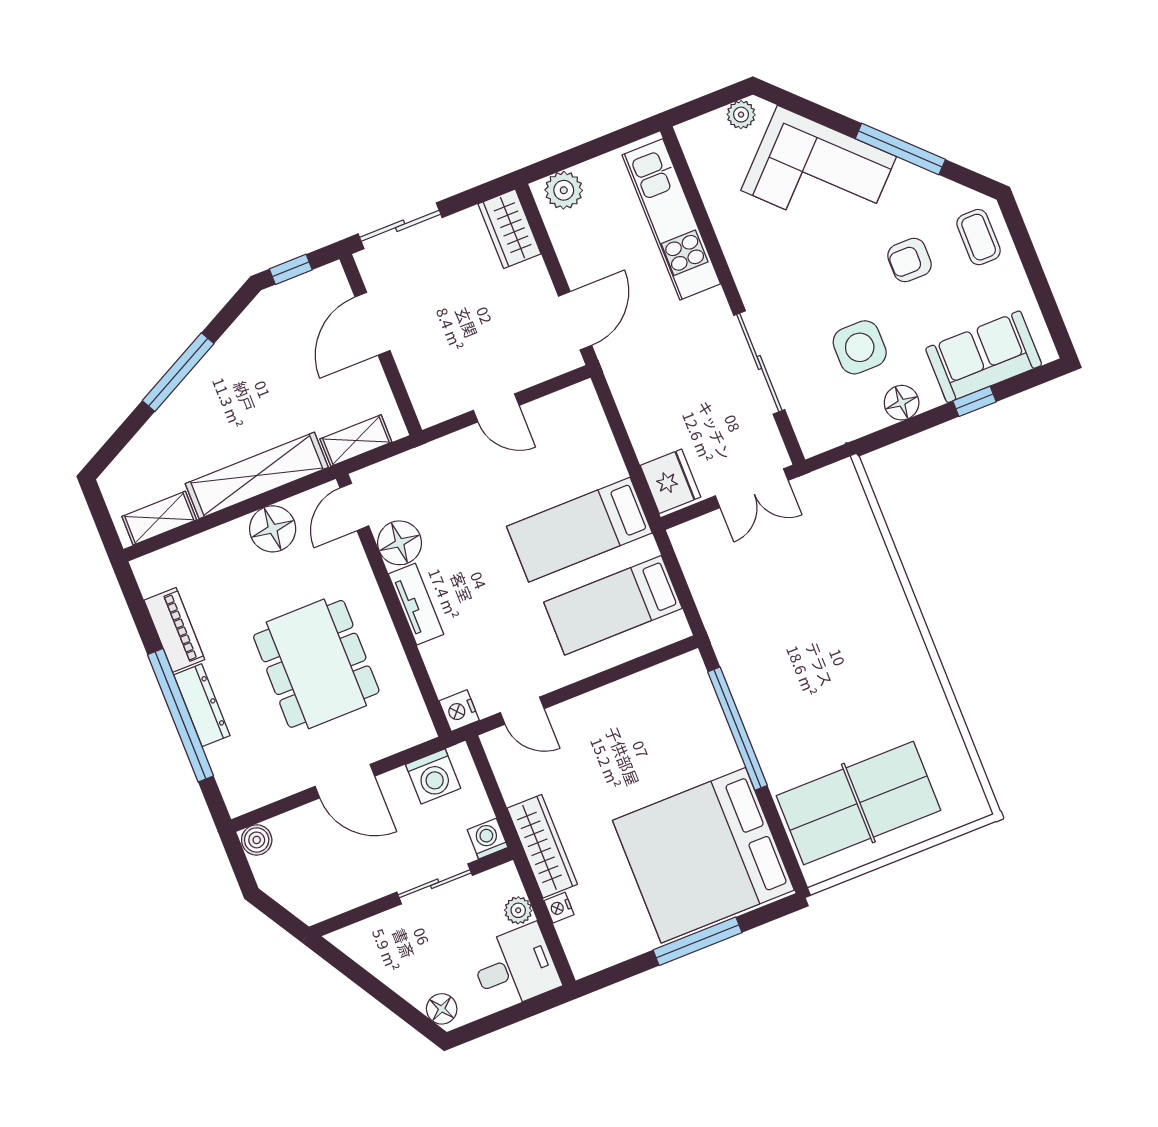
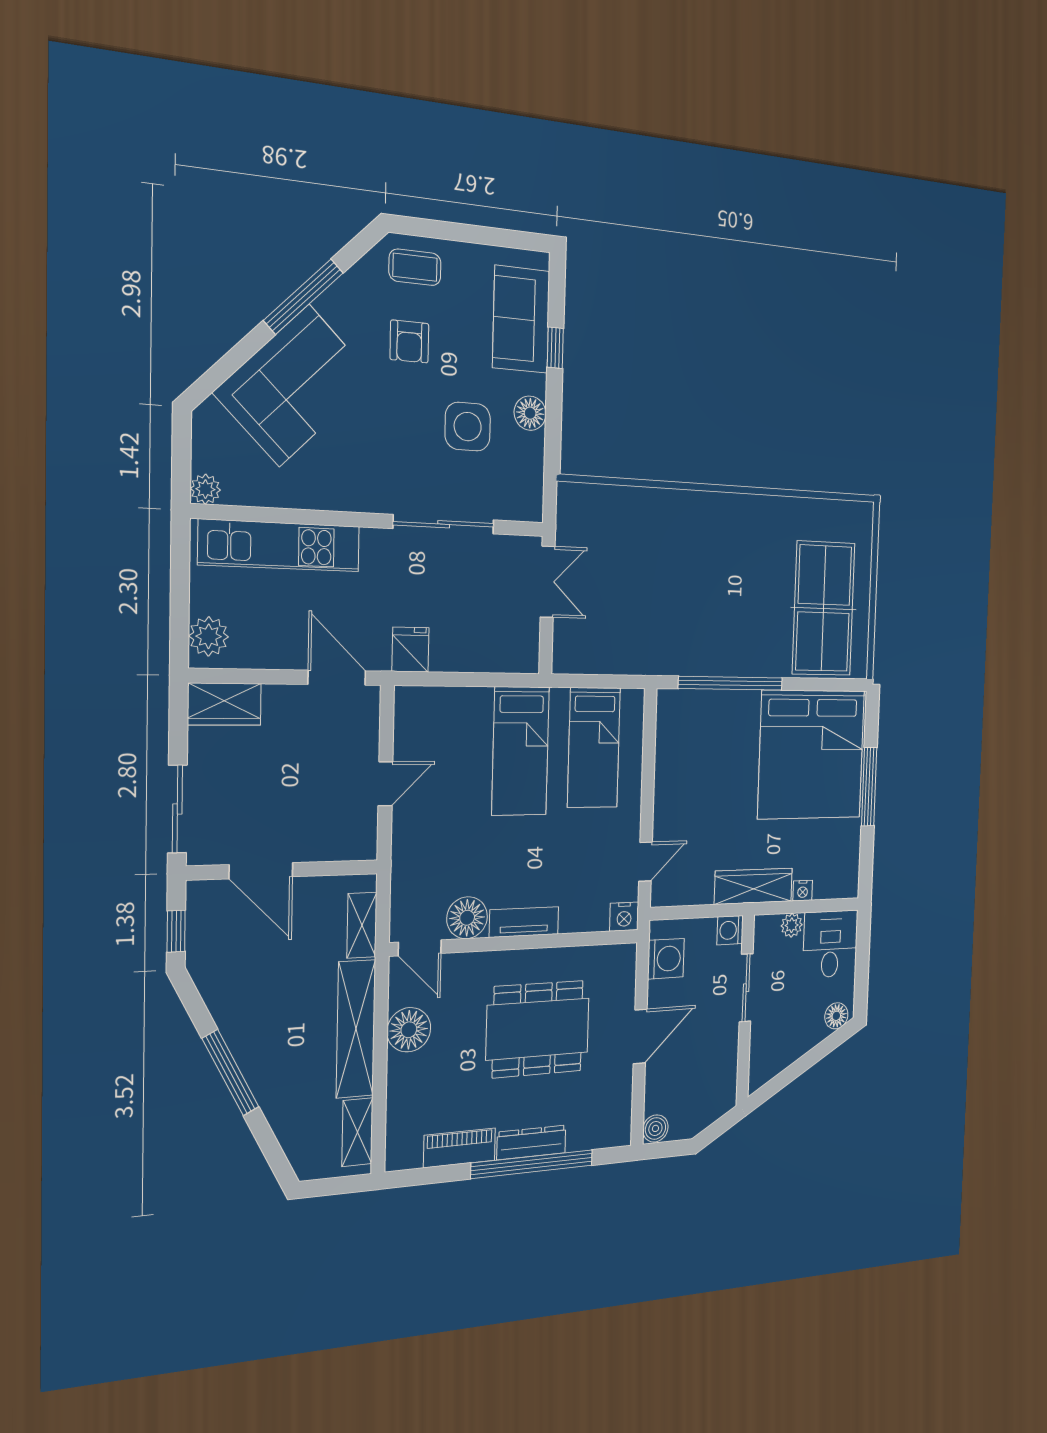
plant: (741, 115) -> (205, 489), moved
fridge: (670, 481) -> (410, 650), moved, width x0.72

